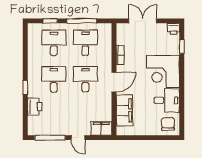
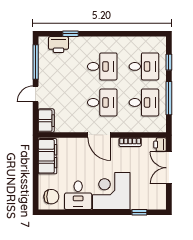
double door: (143, 21) -> (169, 168), swing flipped
printer: (173, 29) -> (160, 145), moved
window: (25, 87) -> (70, 34), moved
printer: (35, 107) -> (59, 45), moved
filing cabinet: (124, 110) -> (48, 156), moved, turned -90

